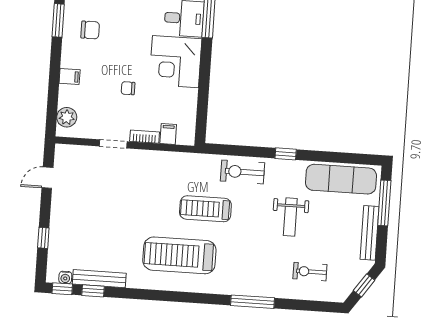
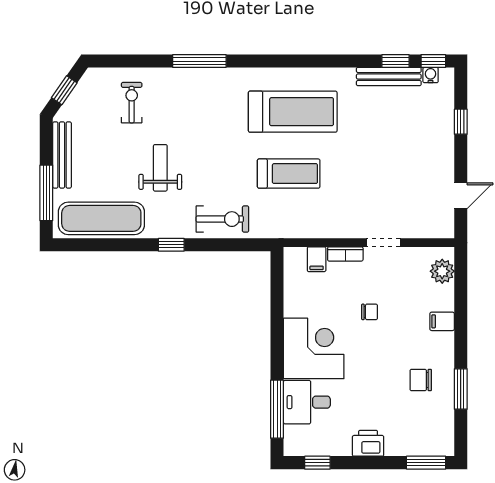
treadmill: (205, 209) -> (289, 174), moved
exercise bike: (310, 272) -> (132, 103), turned -90

